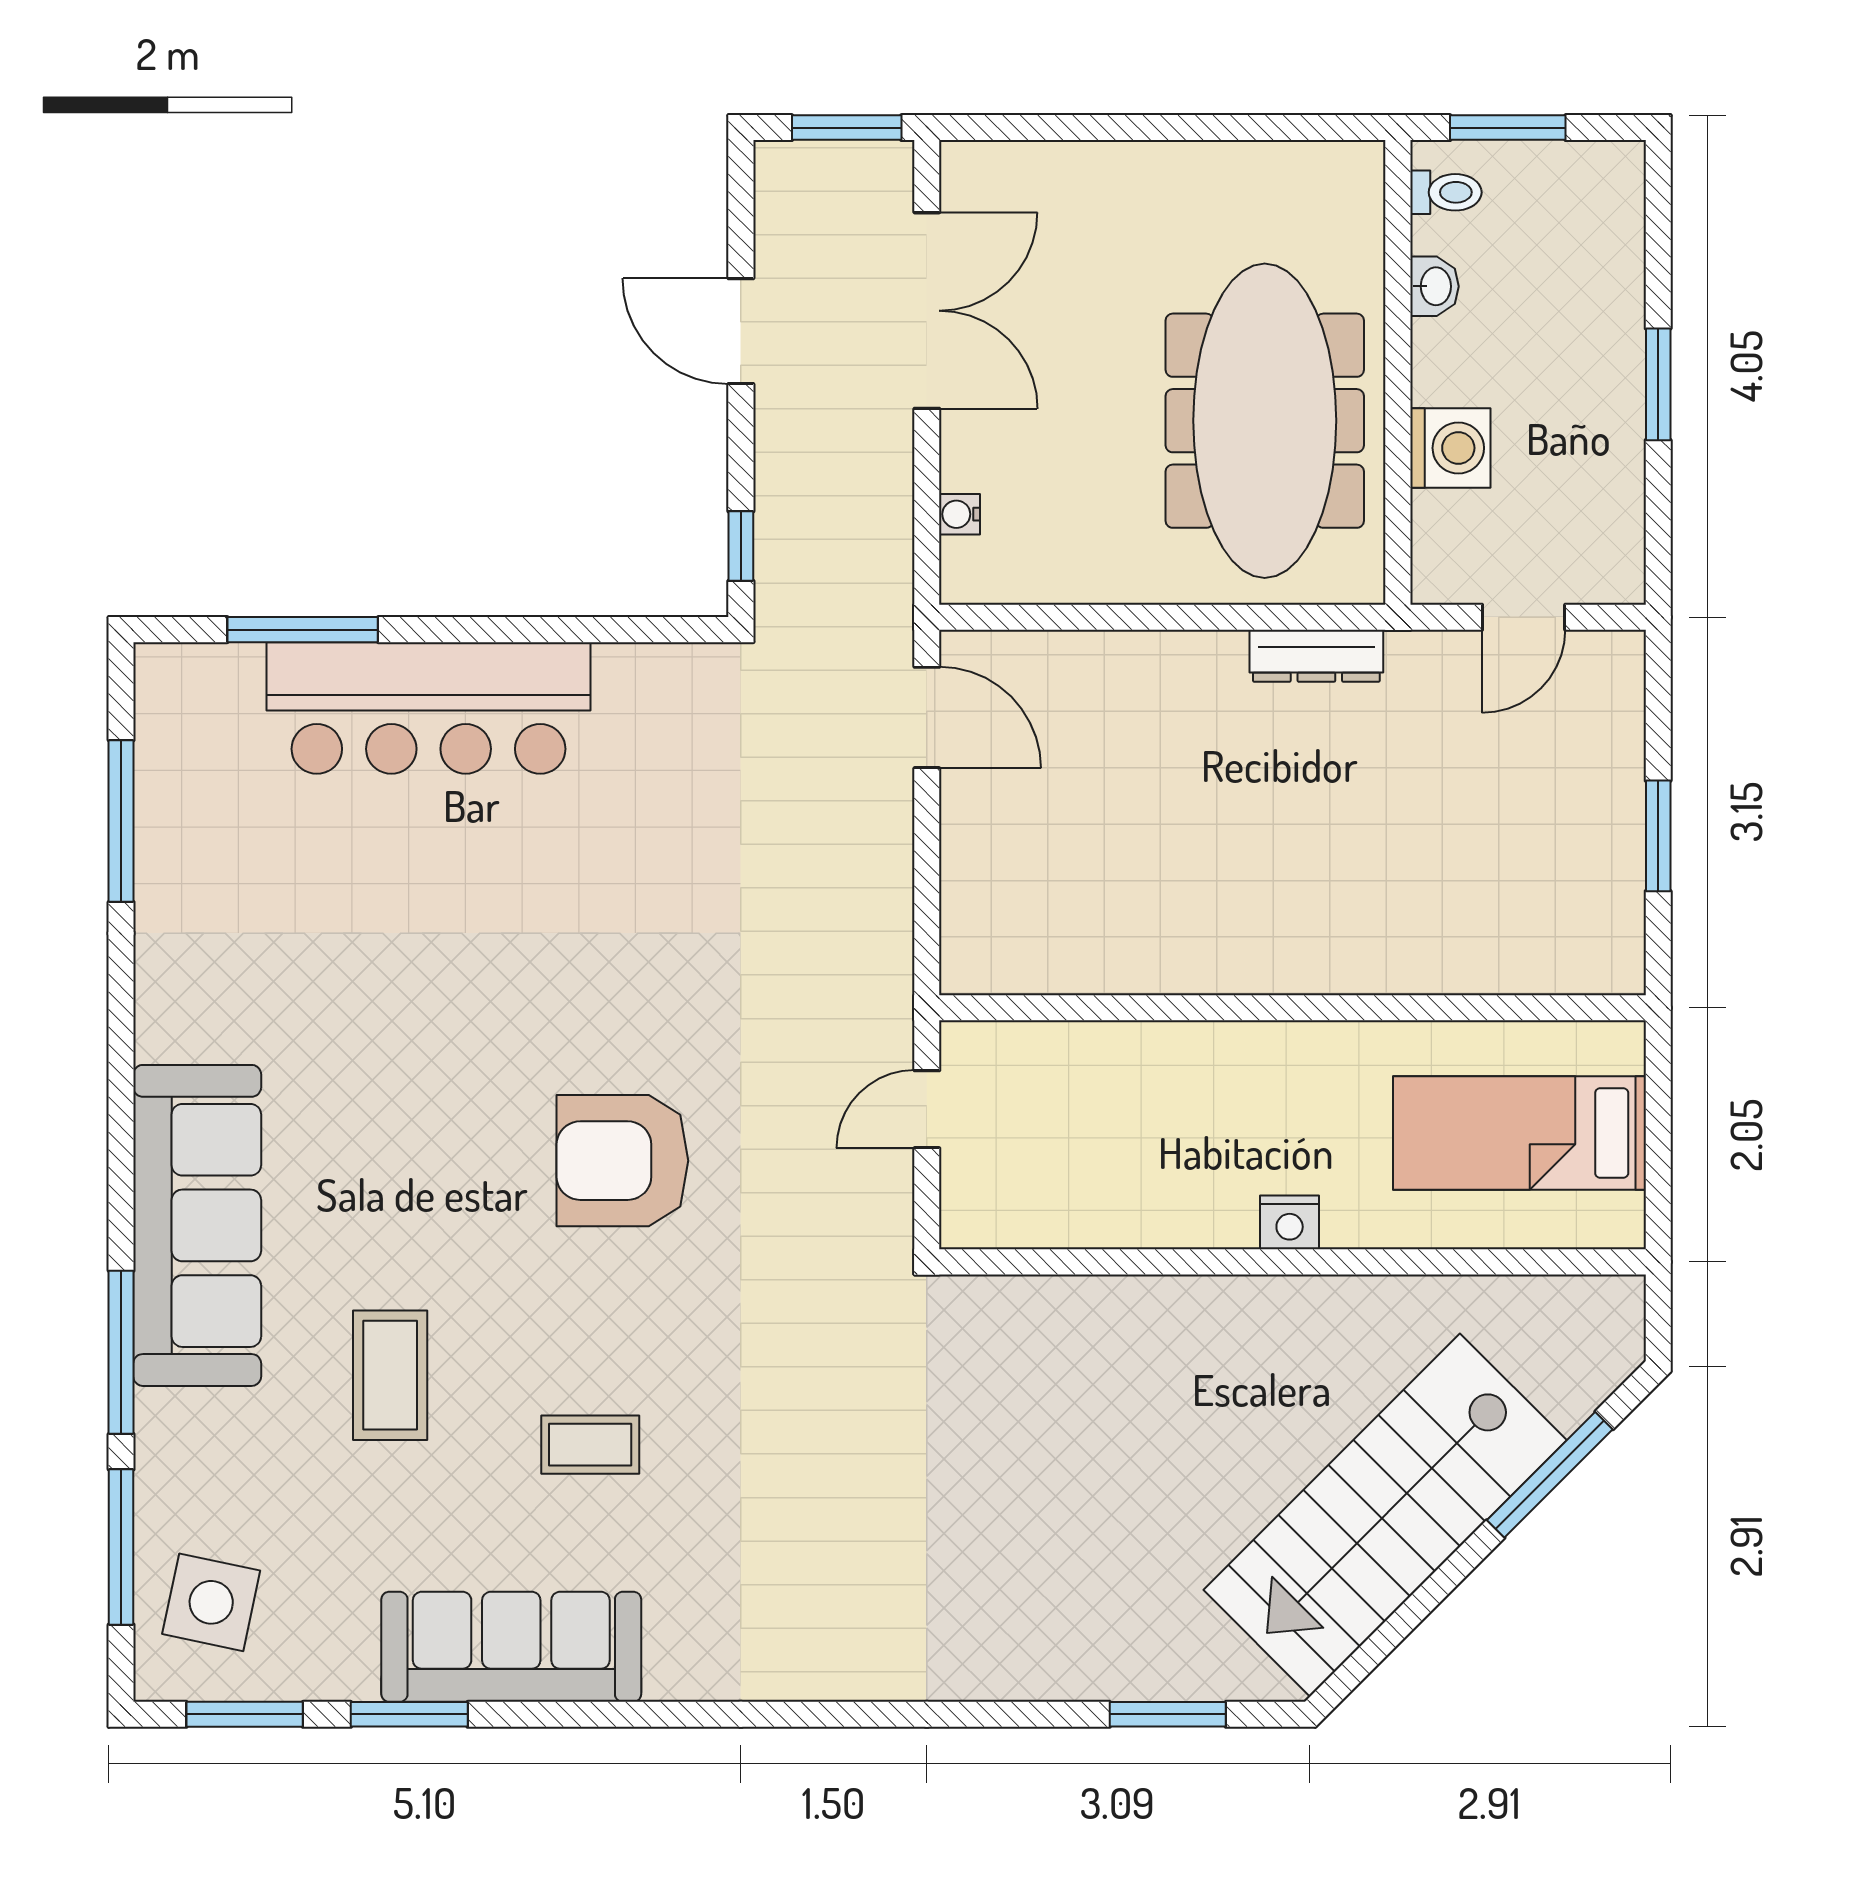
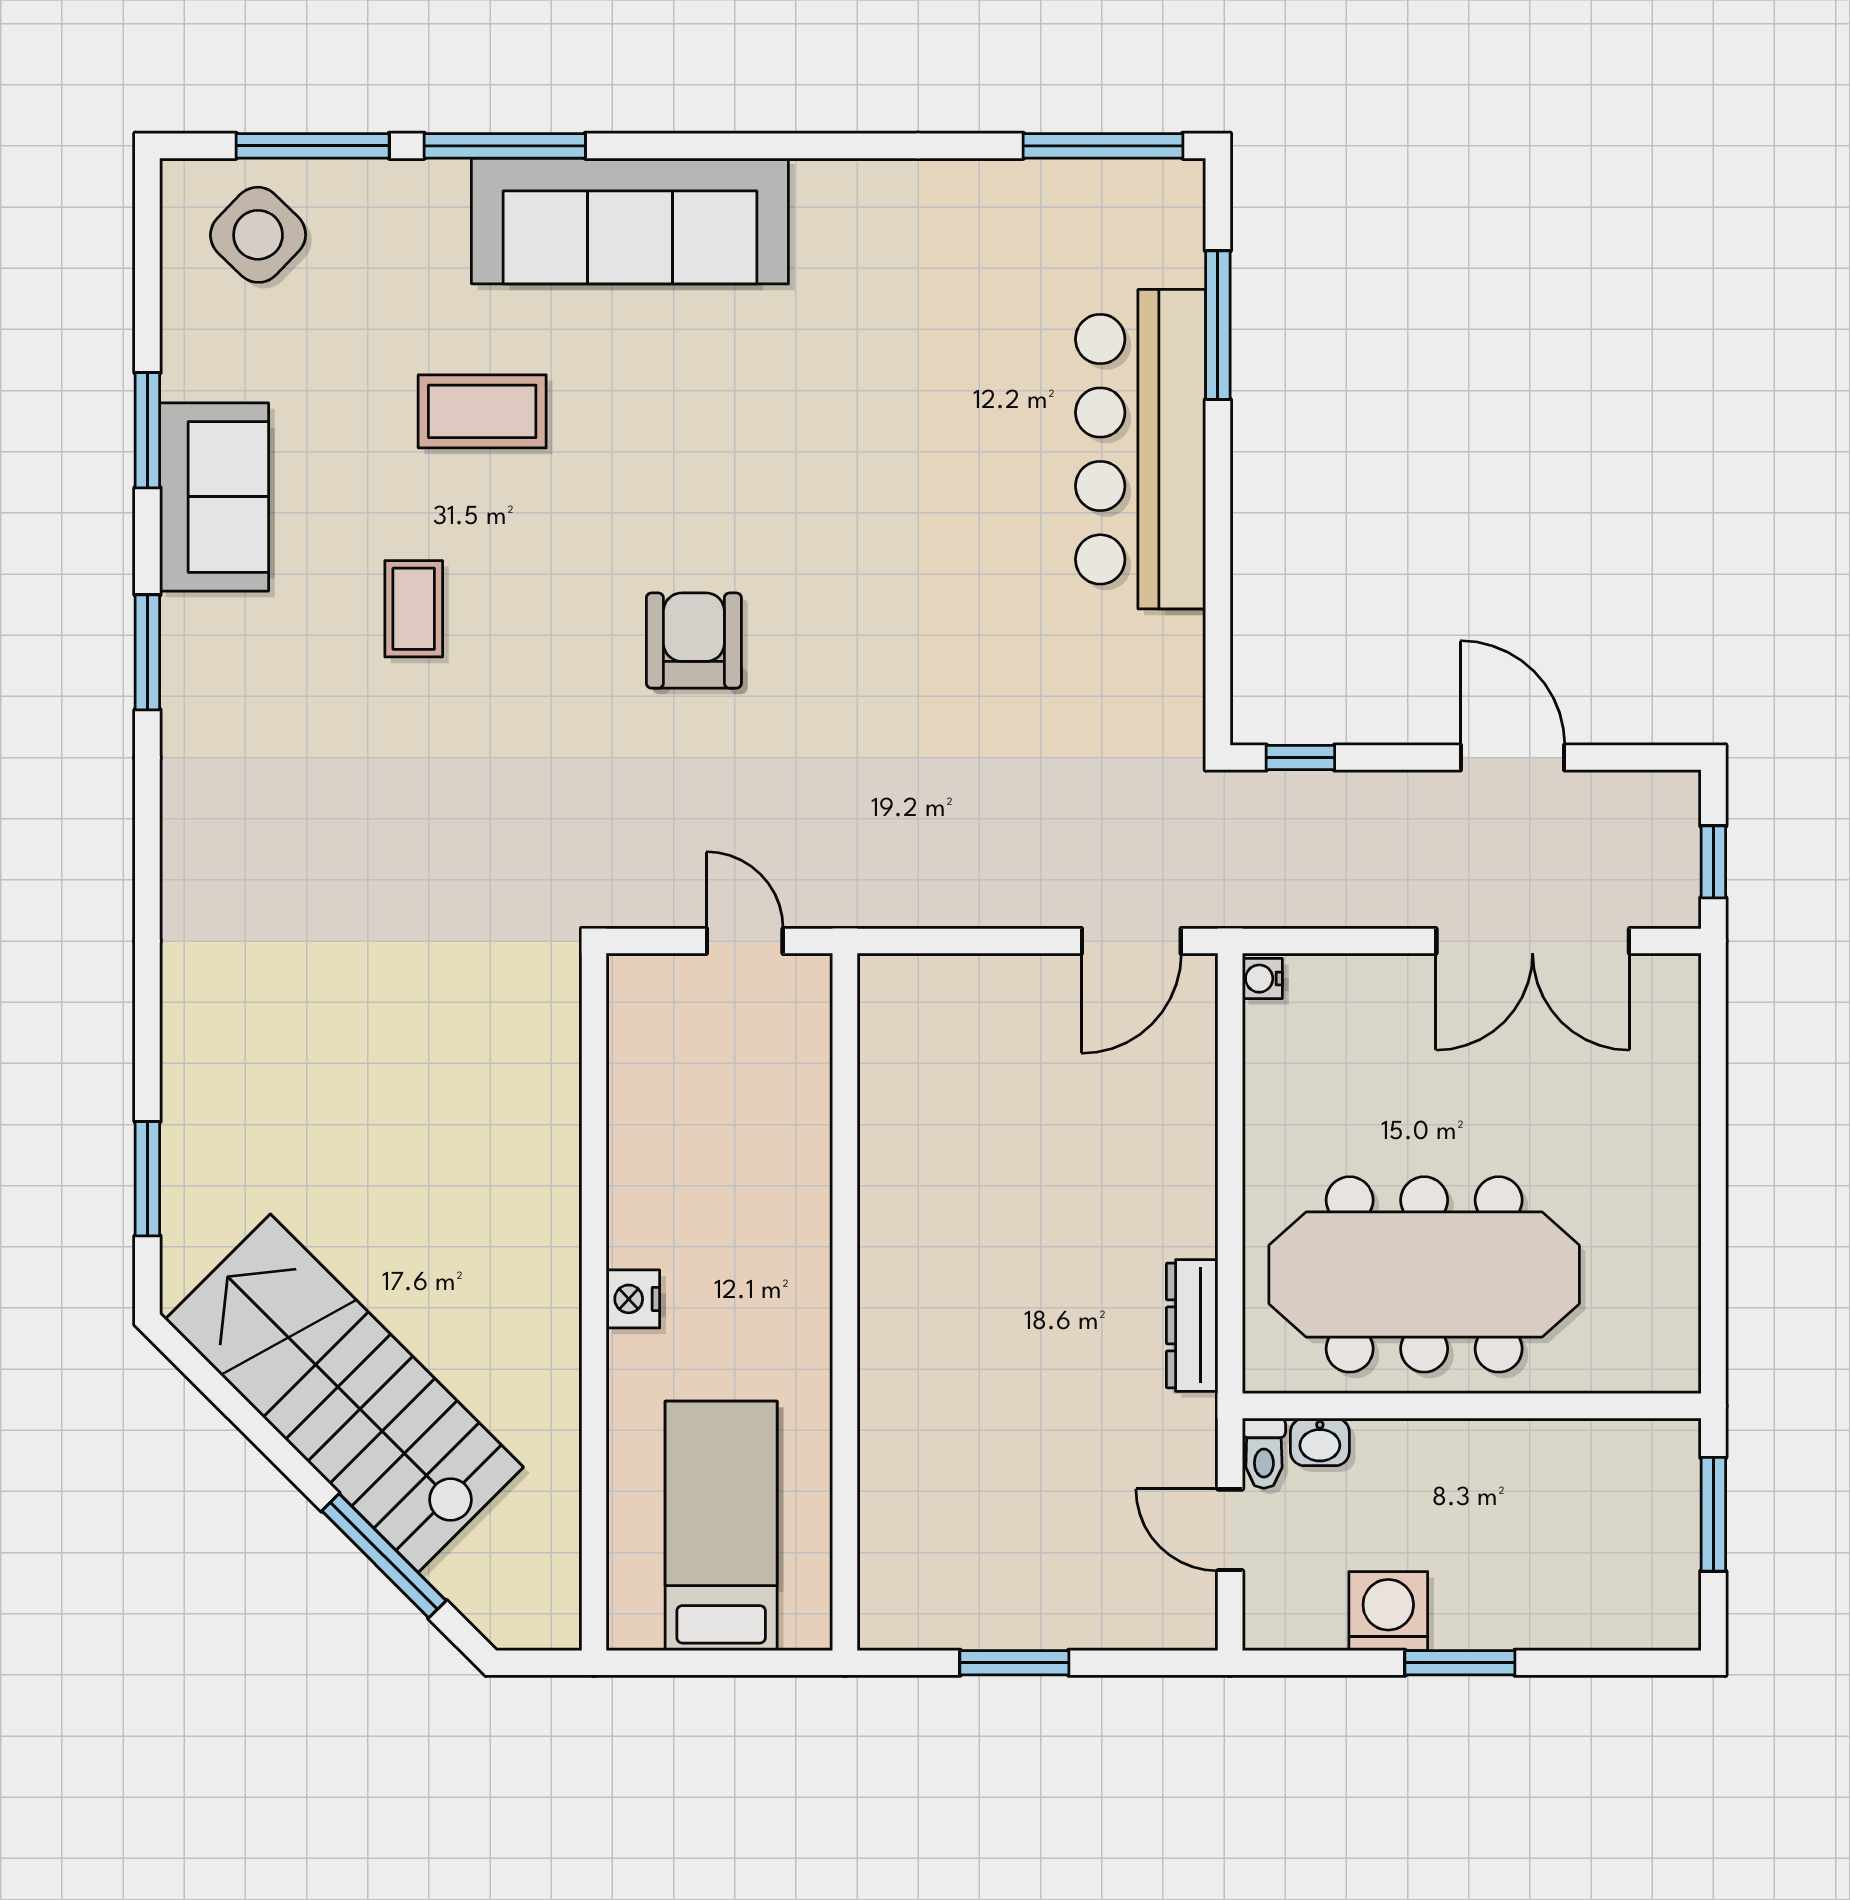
window: (847, 128) -> (1713, 862), width x0.67
toilet: (1446, 192) -> (1264, 1453), moved
washbasin: (1434, 286) -> (1320, 1442), moved
door: (741, 331) -> (1512, 758), hinge flipped
washing machine: (1450, 448) -> (1388, 1611), moved, turned 180
water cooler: (960, 514) -> (1262, 979), moved, turned -90
window: (121, 821) -> (1103, 146), moved
armchair: (622, 1161) -> (694, 641), width x0.73, depth x0.73
side table: (211, 1602) -> (258, 235), turned 32
sofa: (511, 1647) -> (214, 497), width x0.73
window: (245, 1714) -> (147, 652), moved

